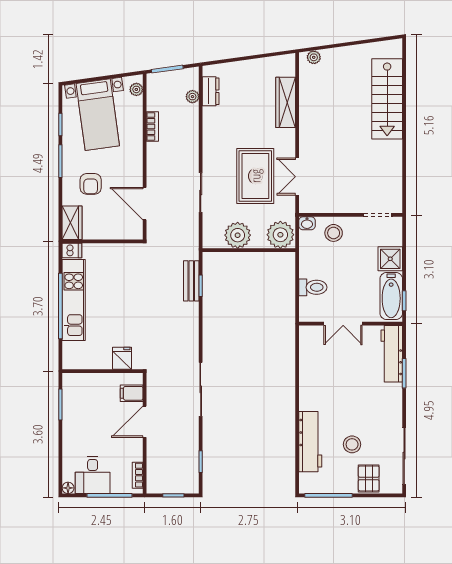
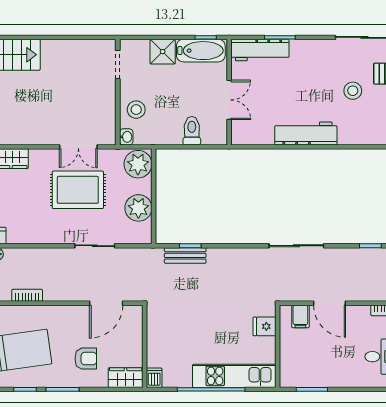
kitchen unit: (74, 300) -> (234, 376), moved
workbench: (310, 442) -> (306, 133), moved

